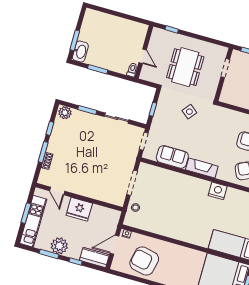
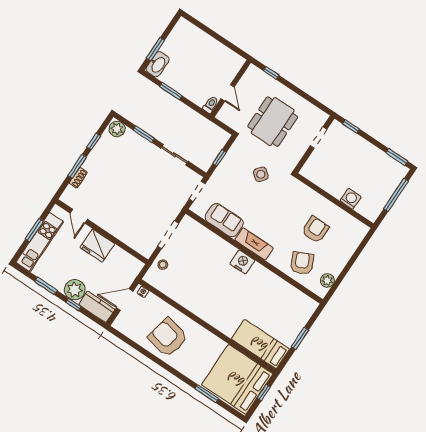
nightstand: (218, 191) -> (242, 262), moved
plant: (59, 246) -> (75, 290), moved
armchair: (144, 261) -> (168, 337), moved

